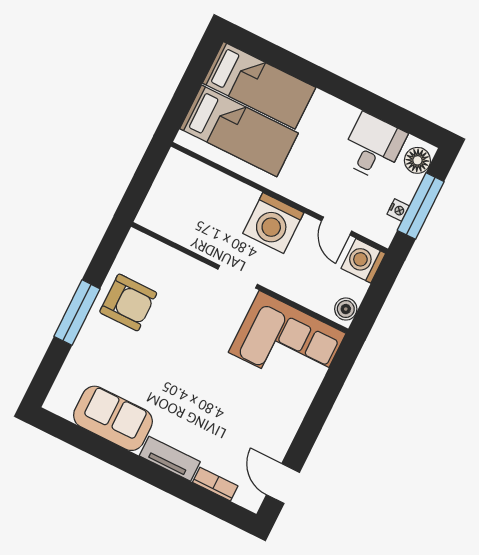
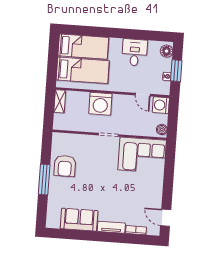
desk: (373, 147) -> (135, 52), moved
shelving: (170, 173) -> (60, 101), added
window: (421, 206) -> (176, 71), width x0.69
washing machine: (273, 223) -> (100, 104), moved
armchair: (128, 302) -> (65, 166), turned 90

